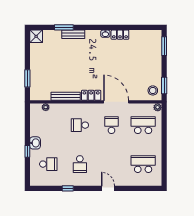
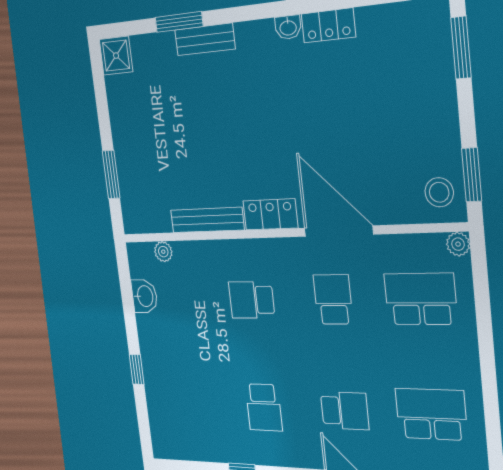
washbasin: (35, 143) -> (144, 296), moved
school desk: (48, 164) -> (345, 411), moved

